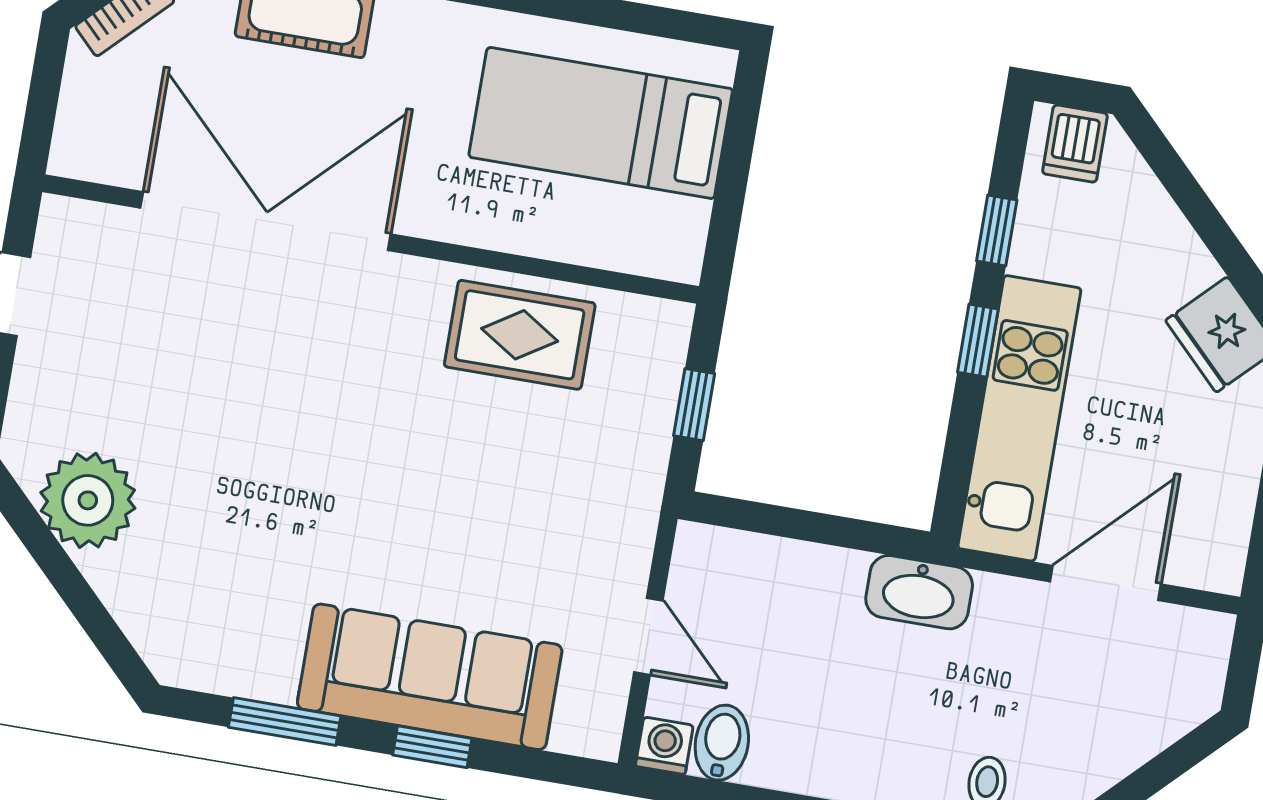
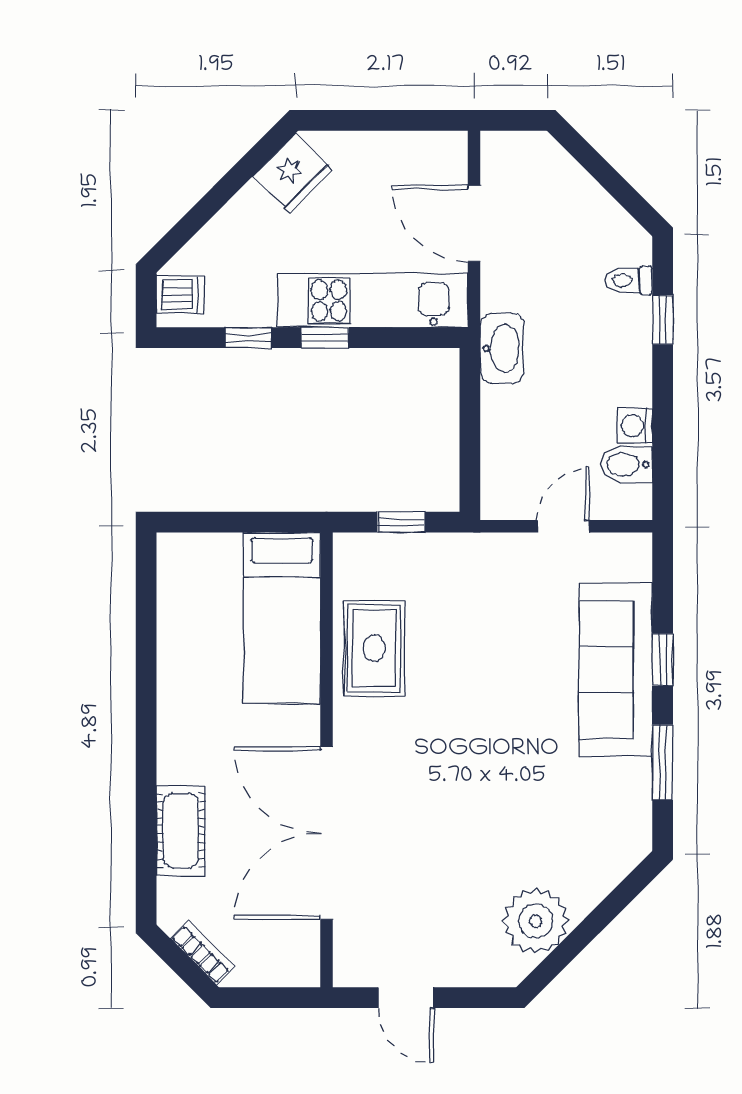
bed: (601, 123) -> (282, 618), moved
washing machine: (664, 746) -> (635, 426), moved

